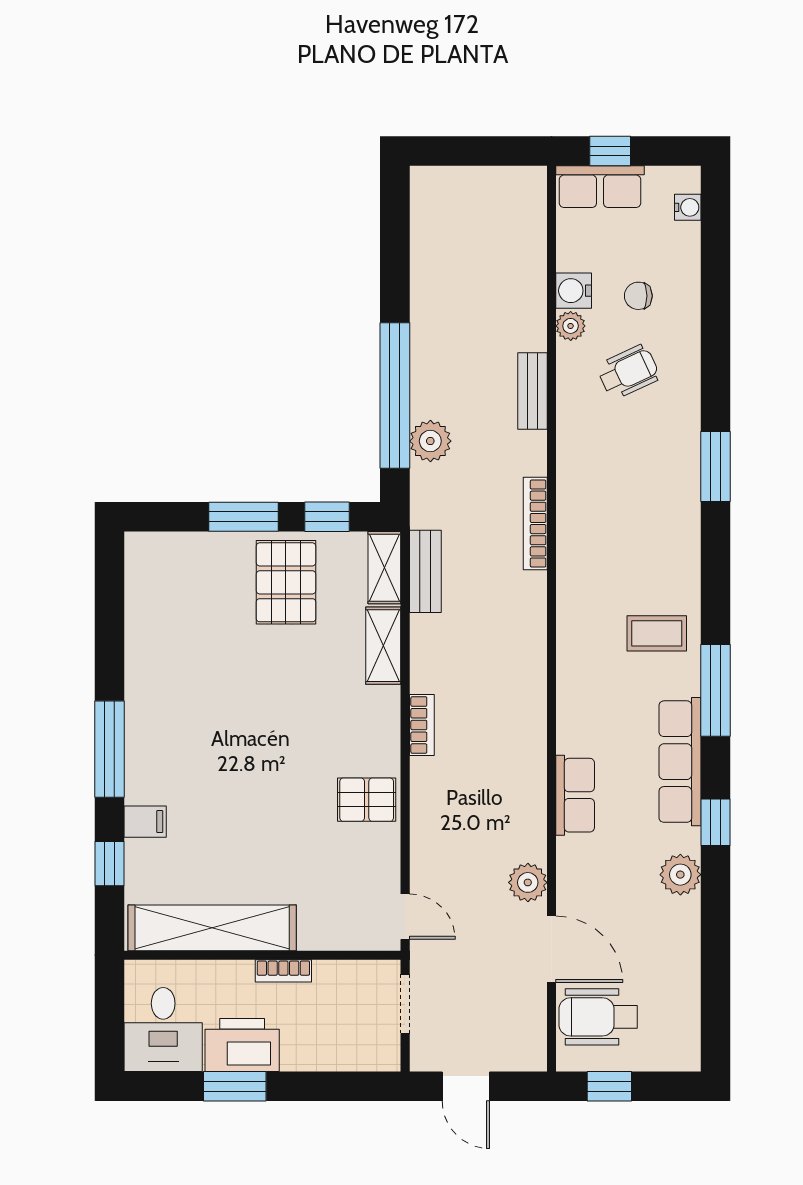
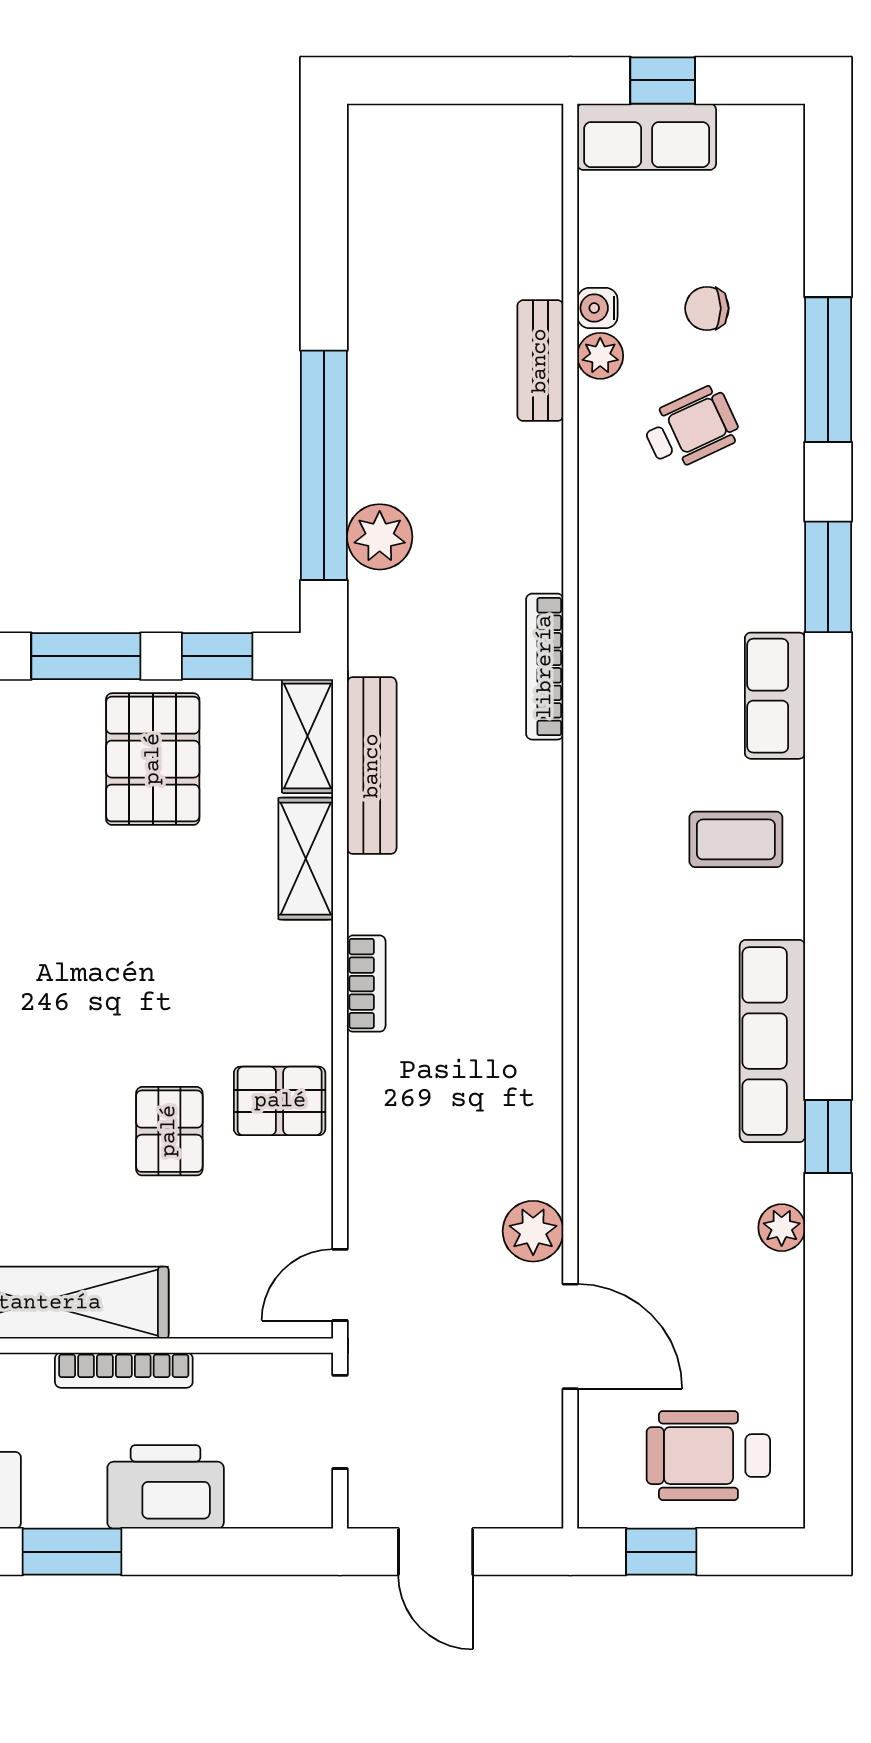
water cooler: (688, 207) -> (785, 169), removed
water cooler: (574, 291) -> (597, 308), width x0.72, depth x0.72
bench: (532, 391) -> (540, 361), moved
bench: (425, 571) -> (372, 766), width x1.36
window: (715, 690) -> (828, 370), moved
row of seats: (575, 795) -> (775, 696), moved, turned 180
pallet: (297, 819) -> (169, 1131), added
plant: (680, 875) -> (782, 1228), width x0.73, depth x0.73
door: (405, 917) -> (340, 1285), swing flipped
bookcase: (283, 971) -> (124, 1370), width x1.56
wheelchair: (598, 1017) -> (708, 1456), moved
printer: (242, 1045) -> (166, 1487), moved

